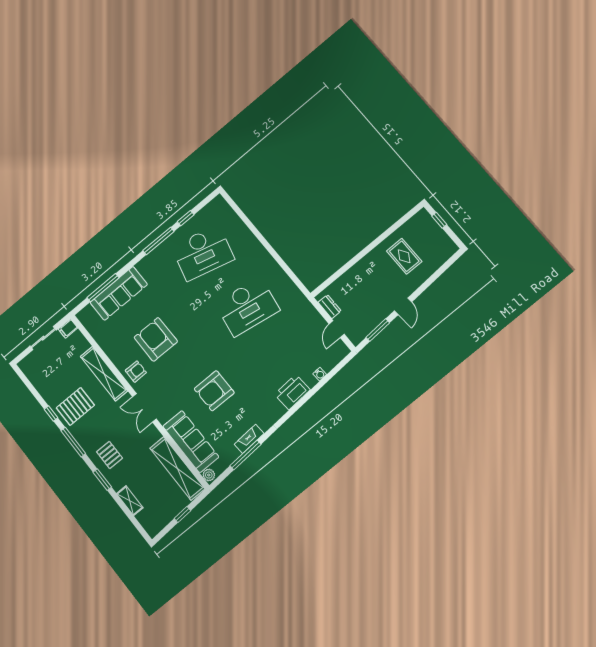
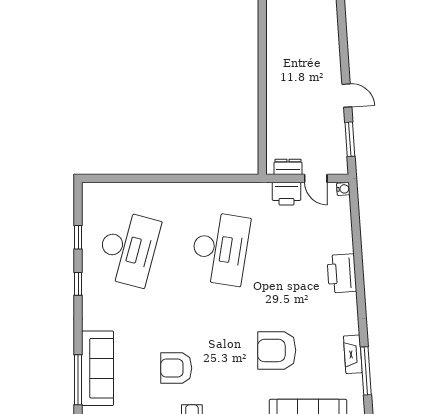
window: (158, 241) -> (78, 284), width x0.46
rug: (404, 256) -> (299, 53), removed
printer: (313, 319) -> (286, 194), added
armchair: (156, 339) -> (176, 368), width x0.73, depth x0.73
water cooler: (320, 374) -> (343, 189), moved
armchair: (214, 391) -> (277, 350), turned 90

